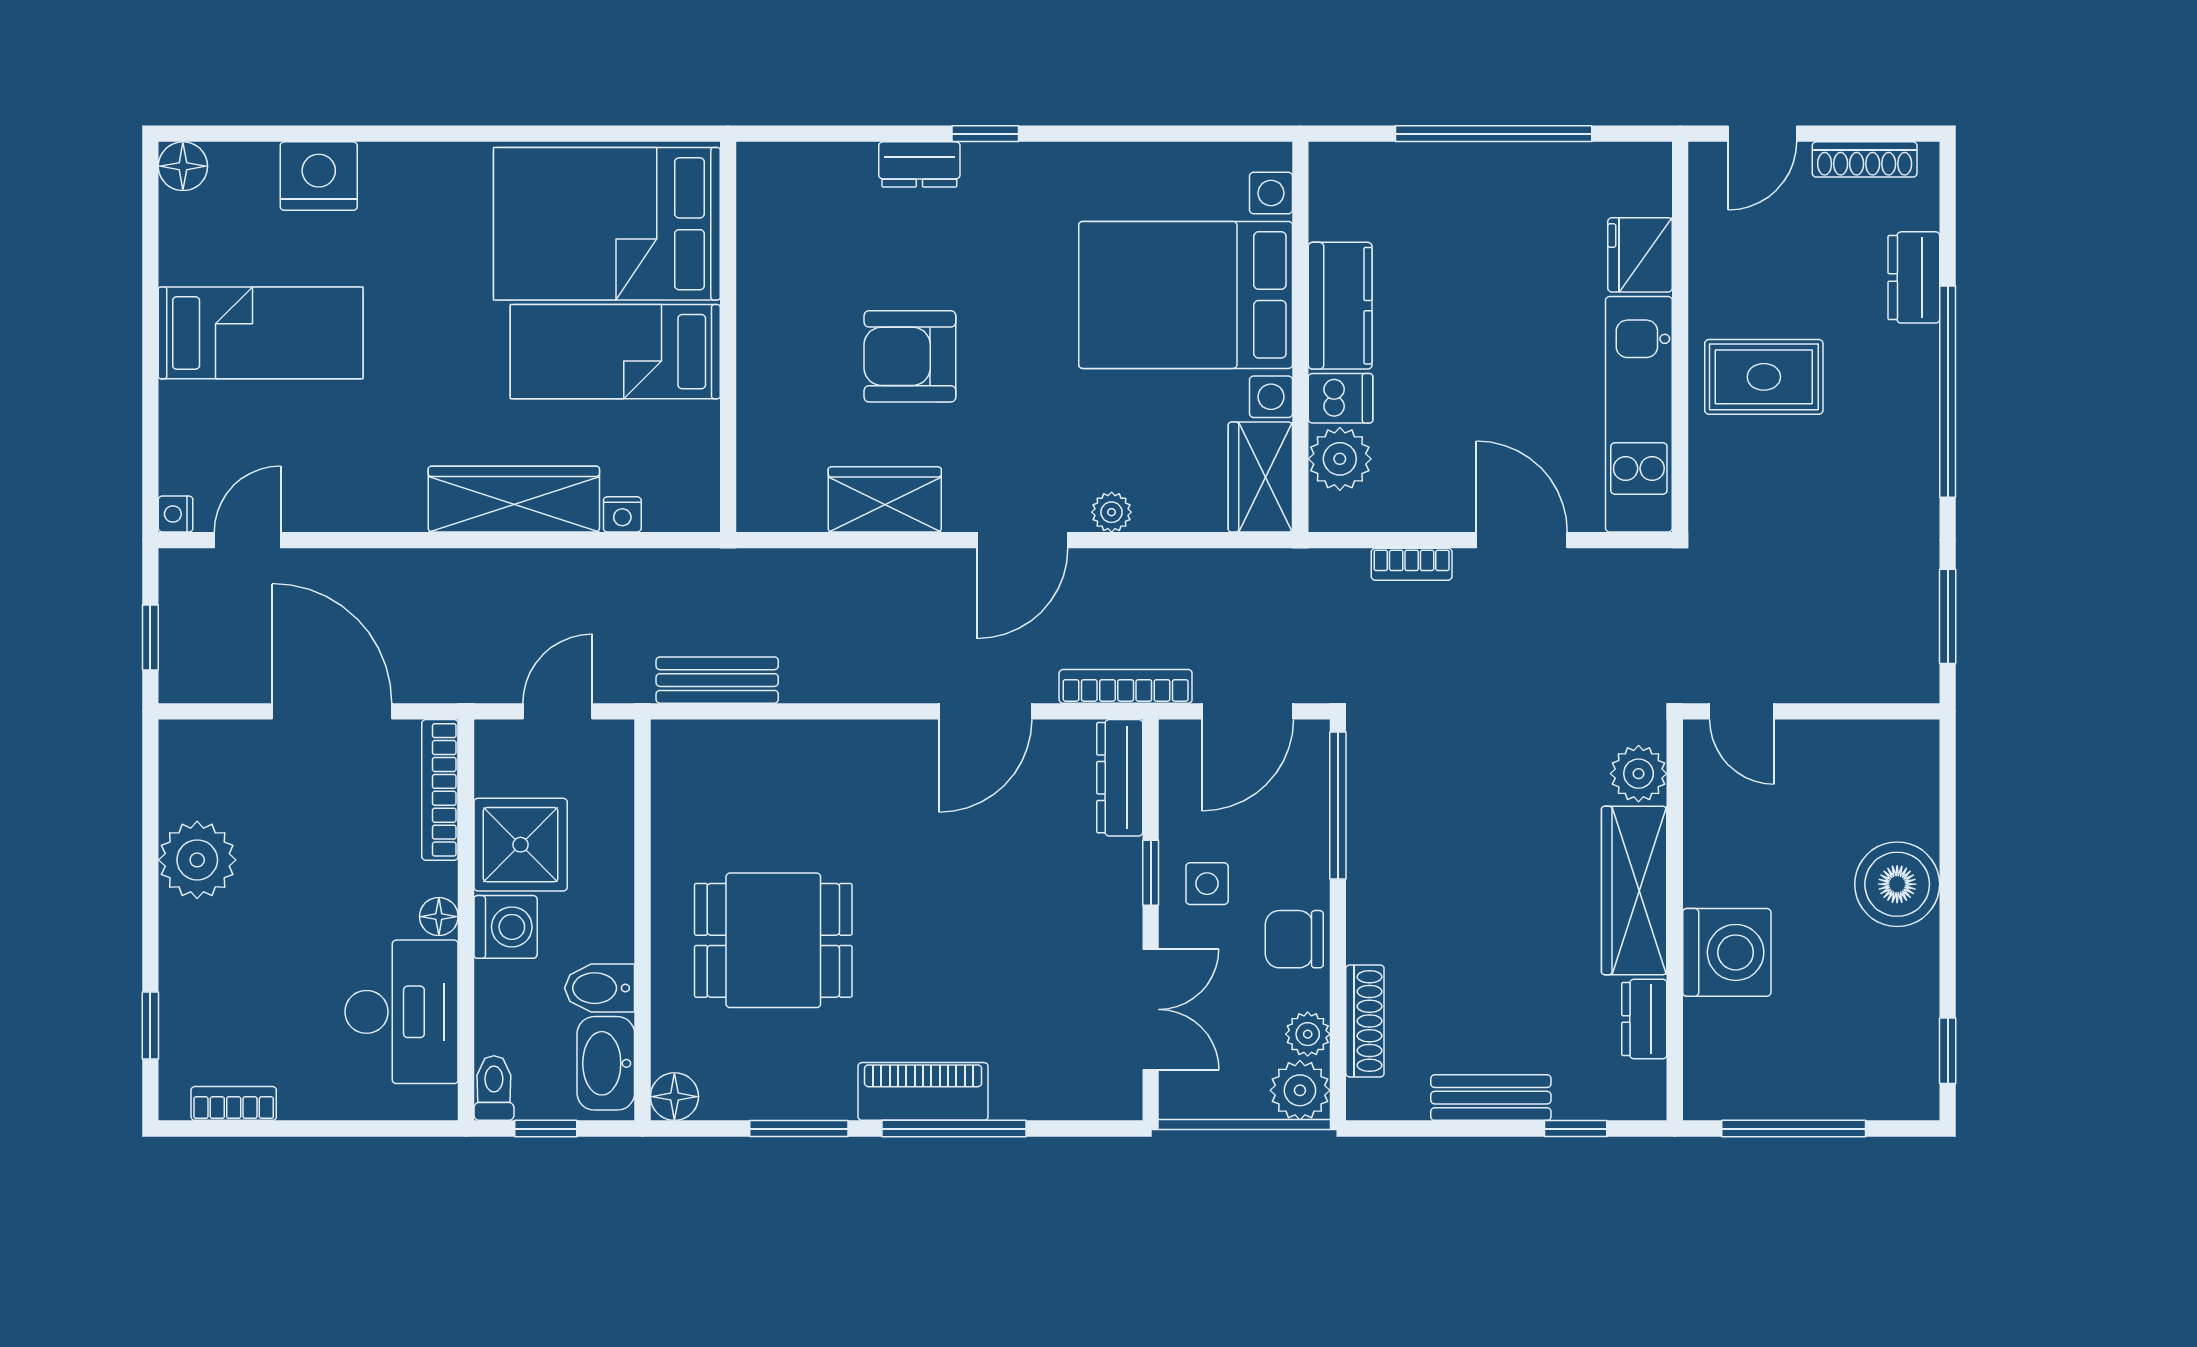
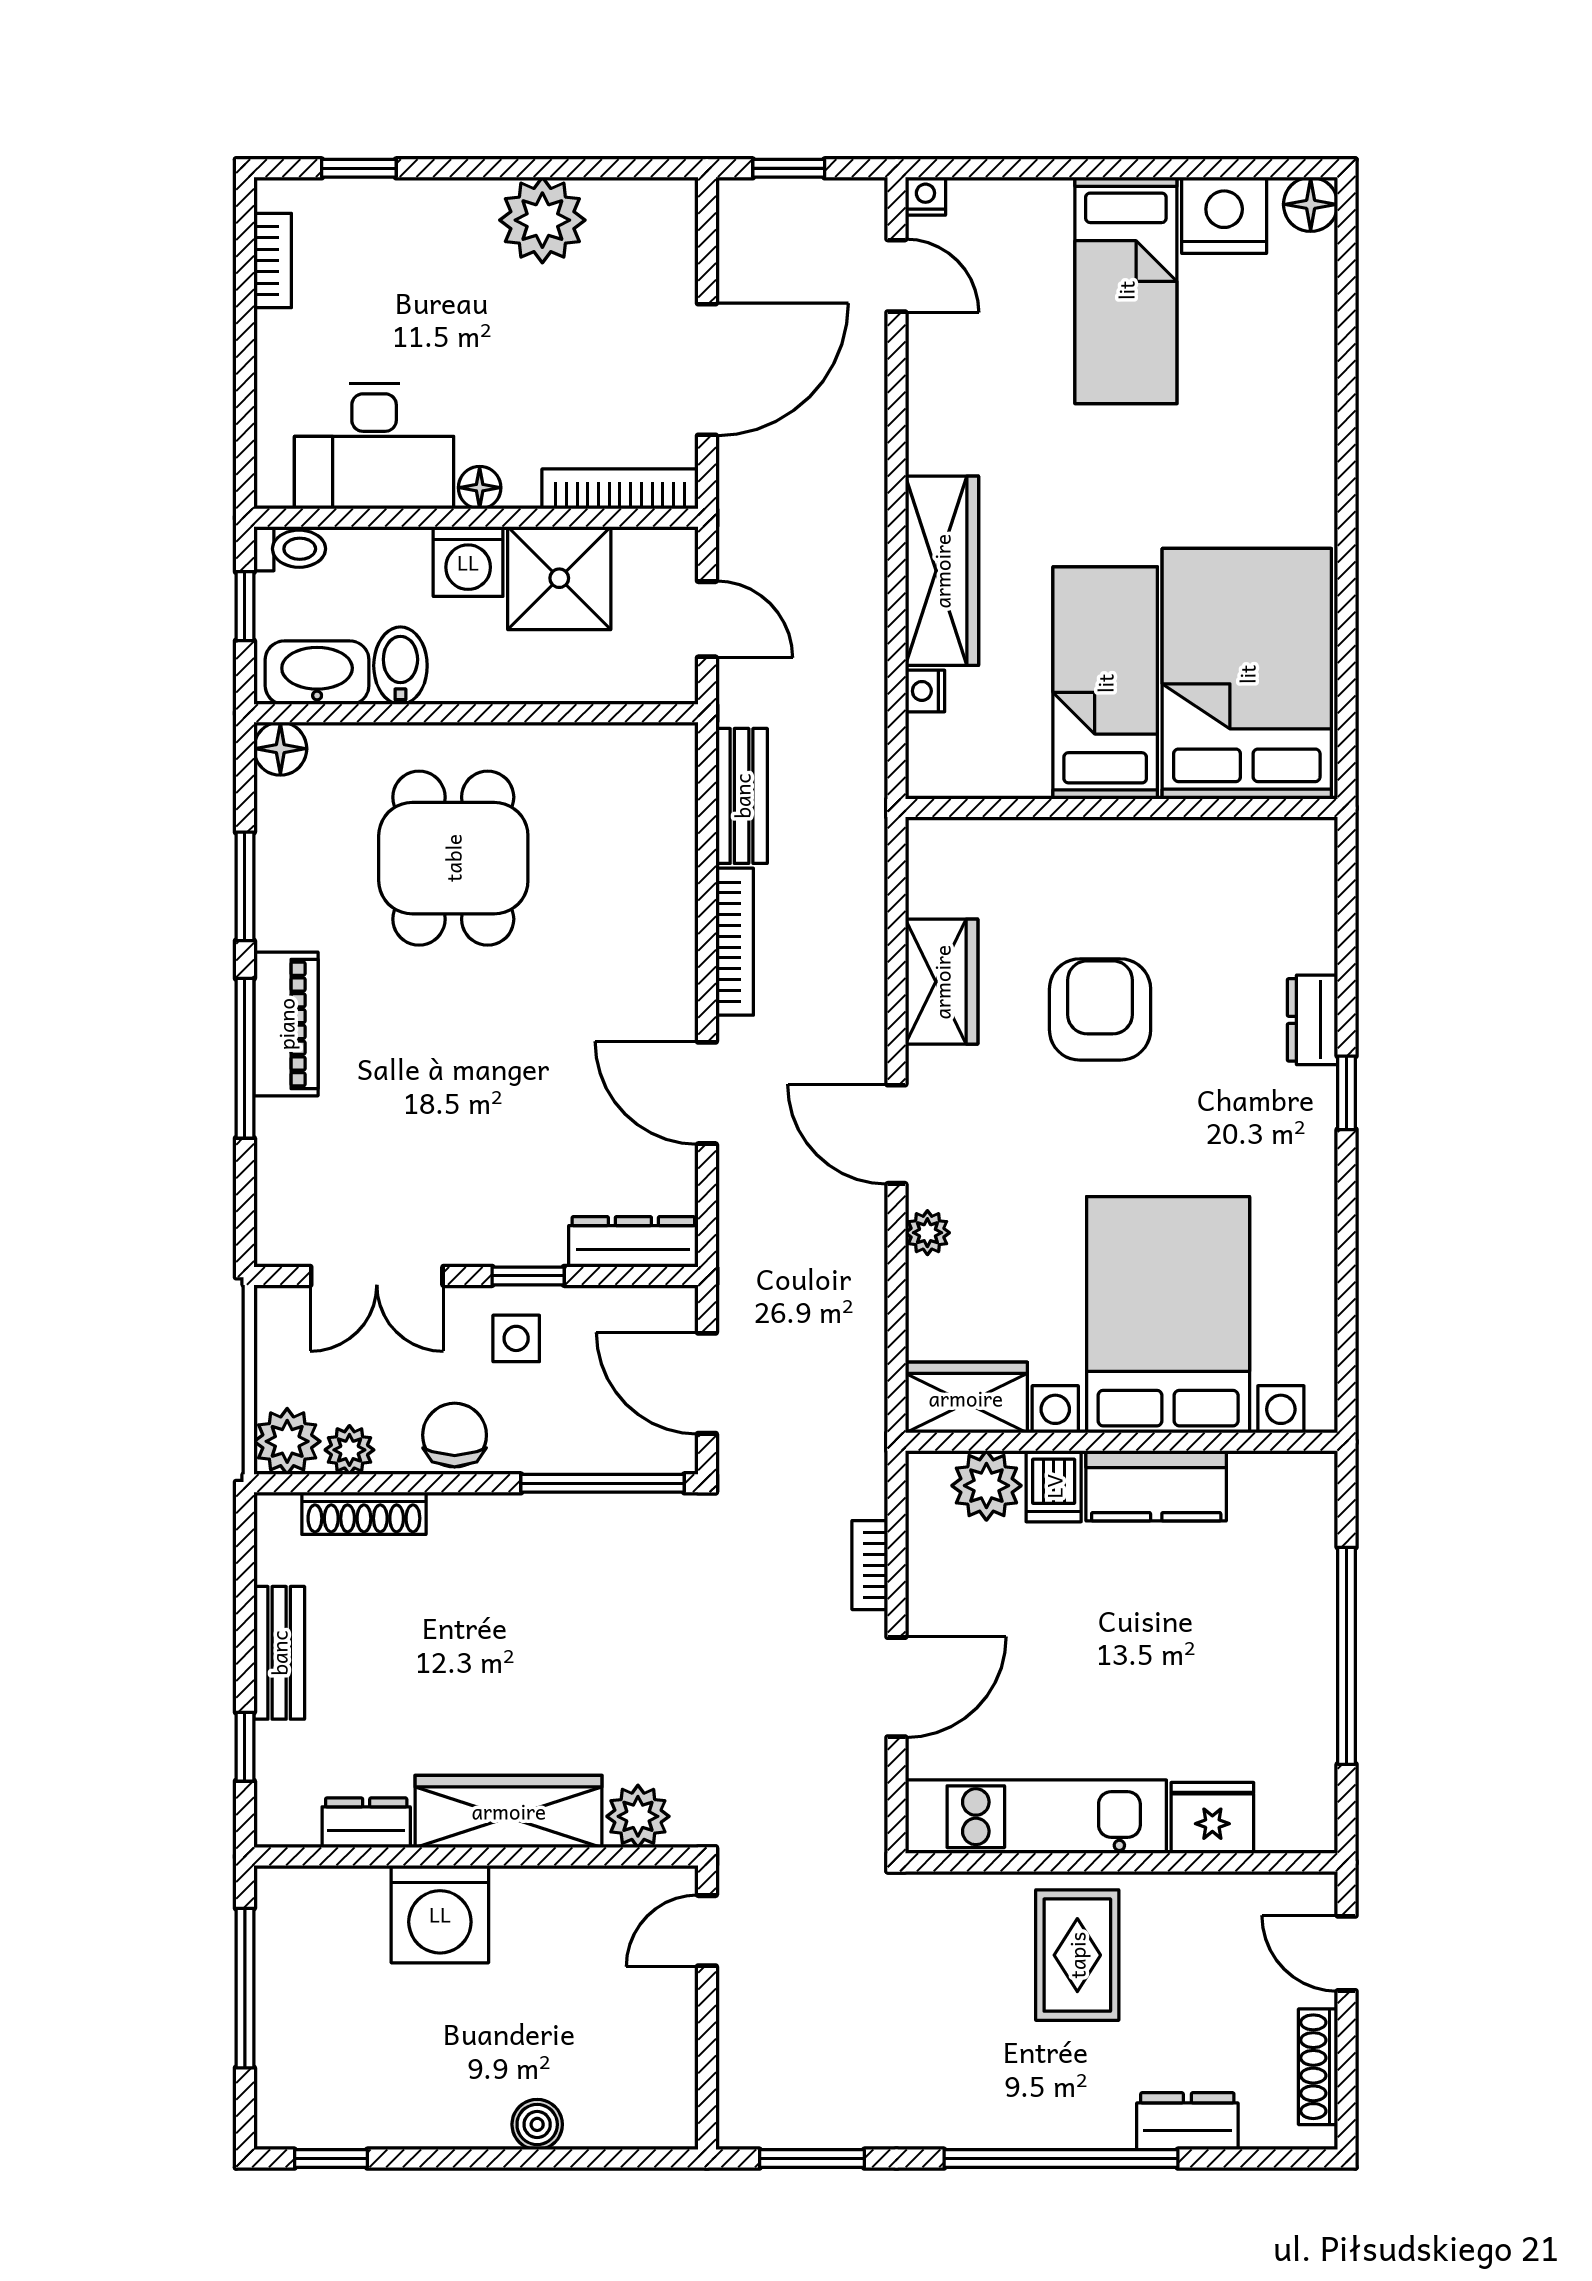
nightstand: (319, 176) -> (1224, 215), moved, turned -90
bookcase: (1126, 686) -> (735, 942), moved
boiler: (1897, 884) -> (537, 2124), width x0.54, depth x0.54

